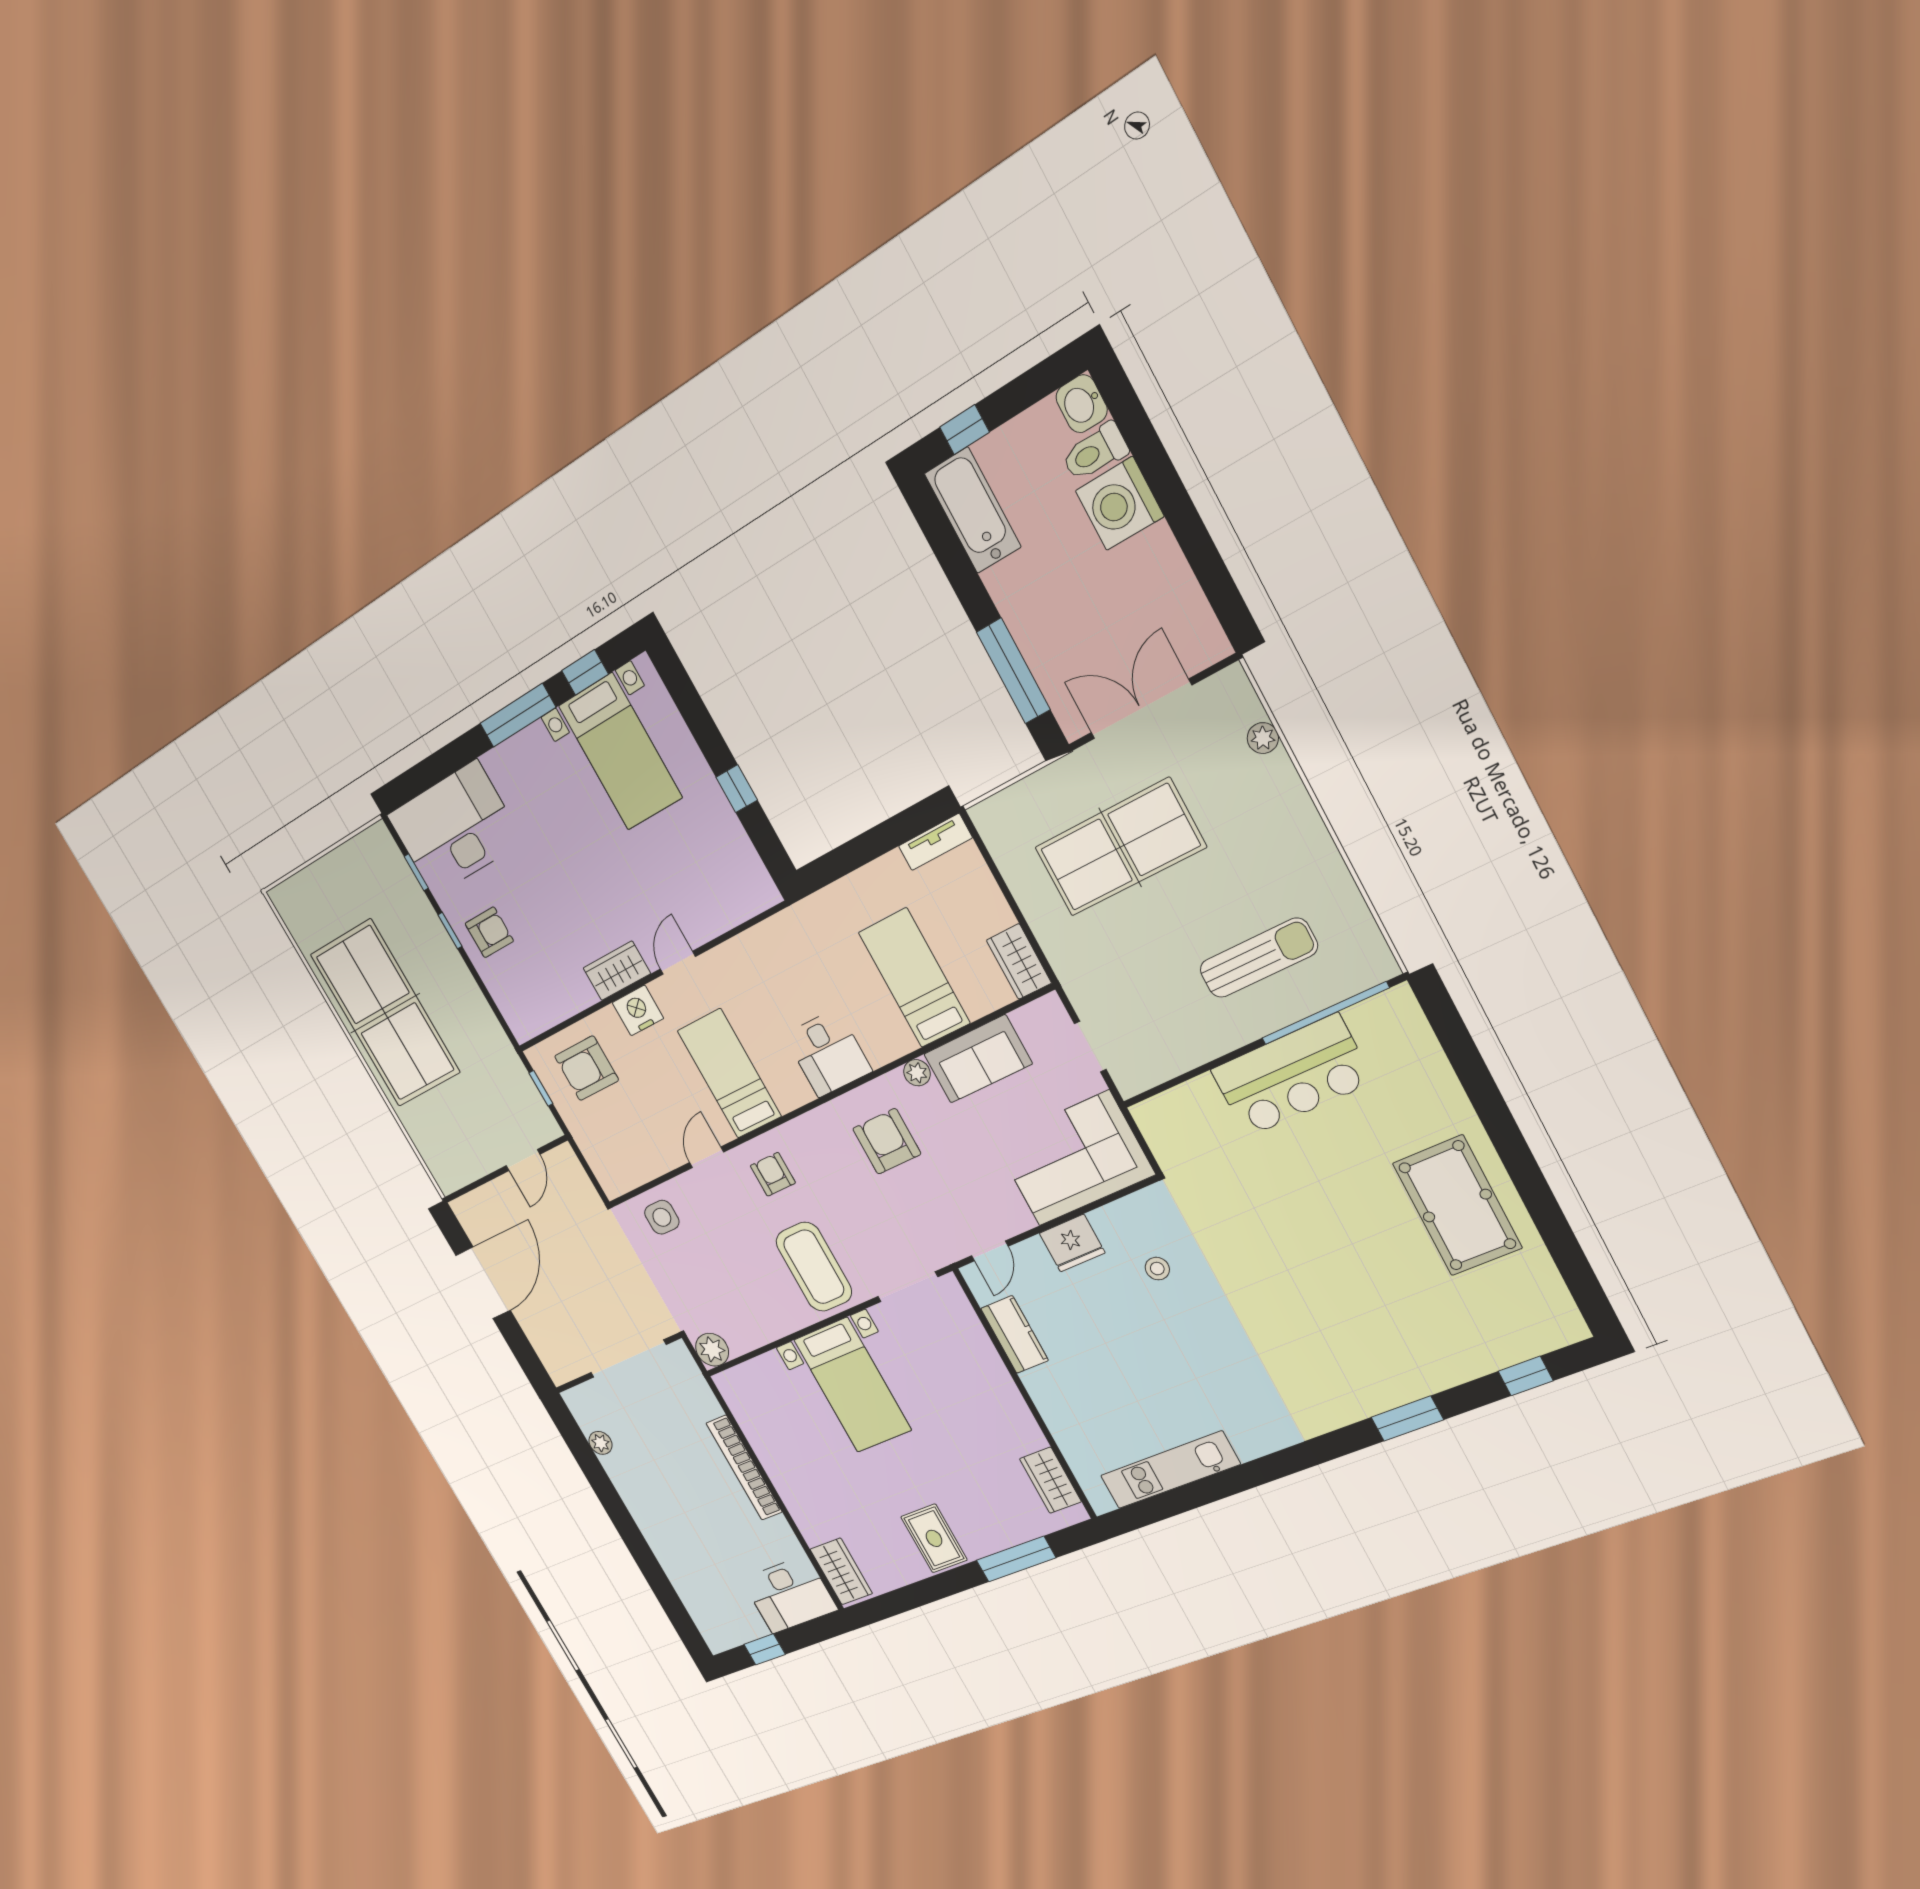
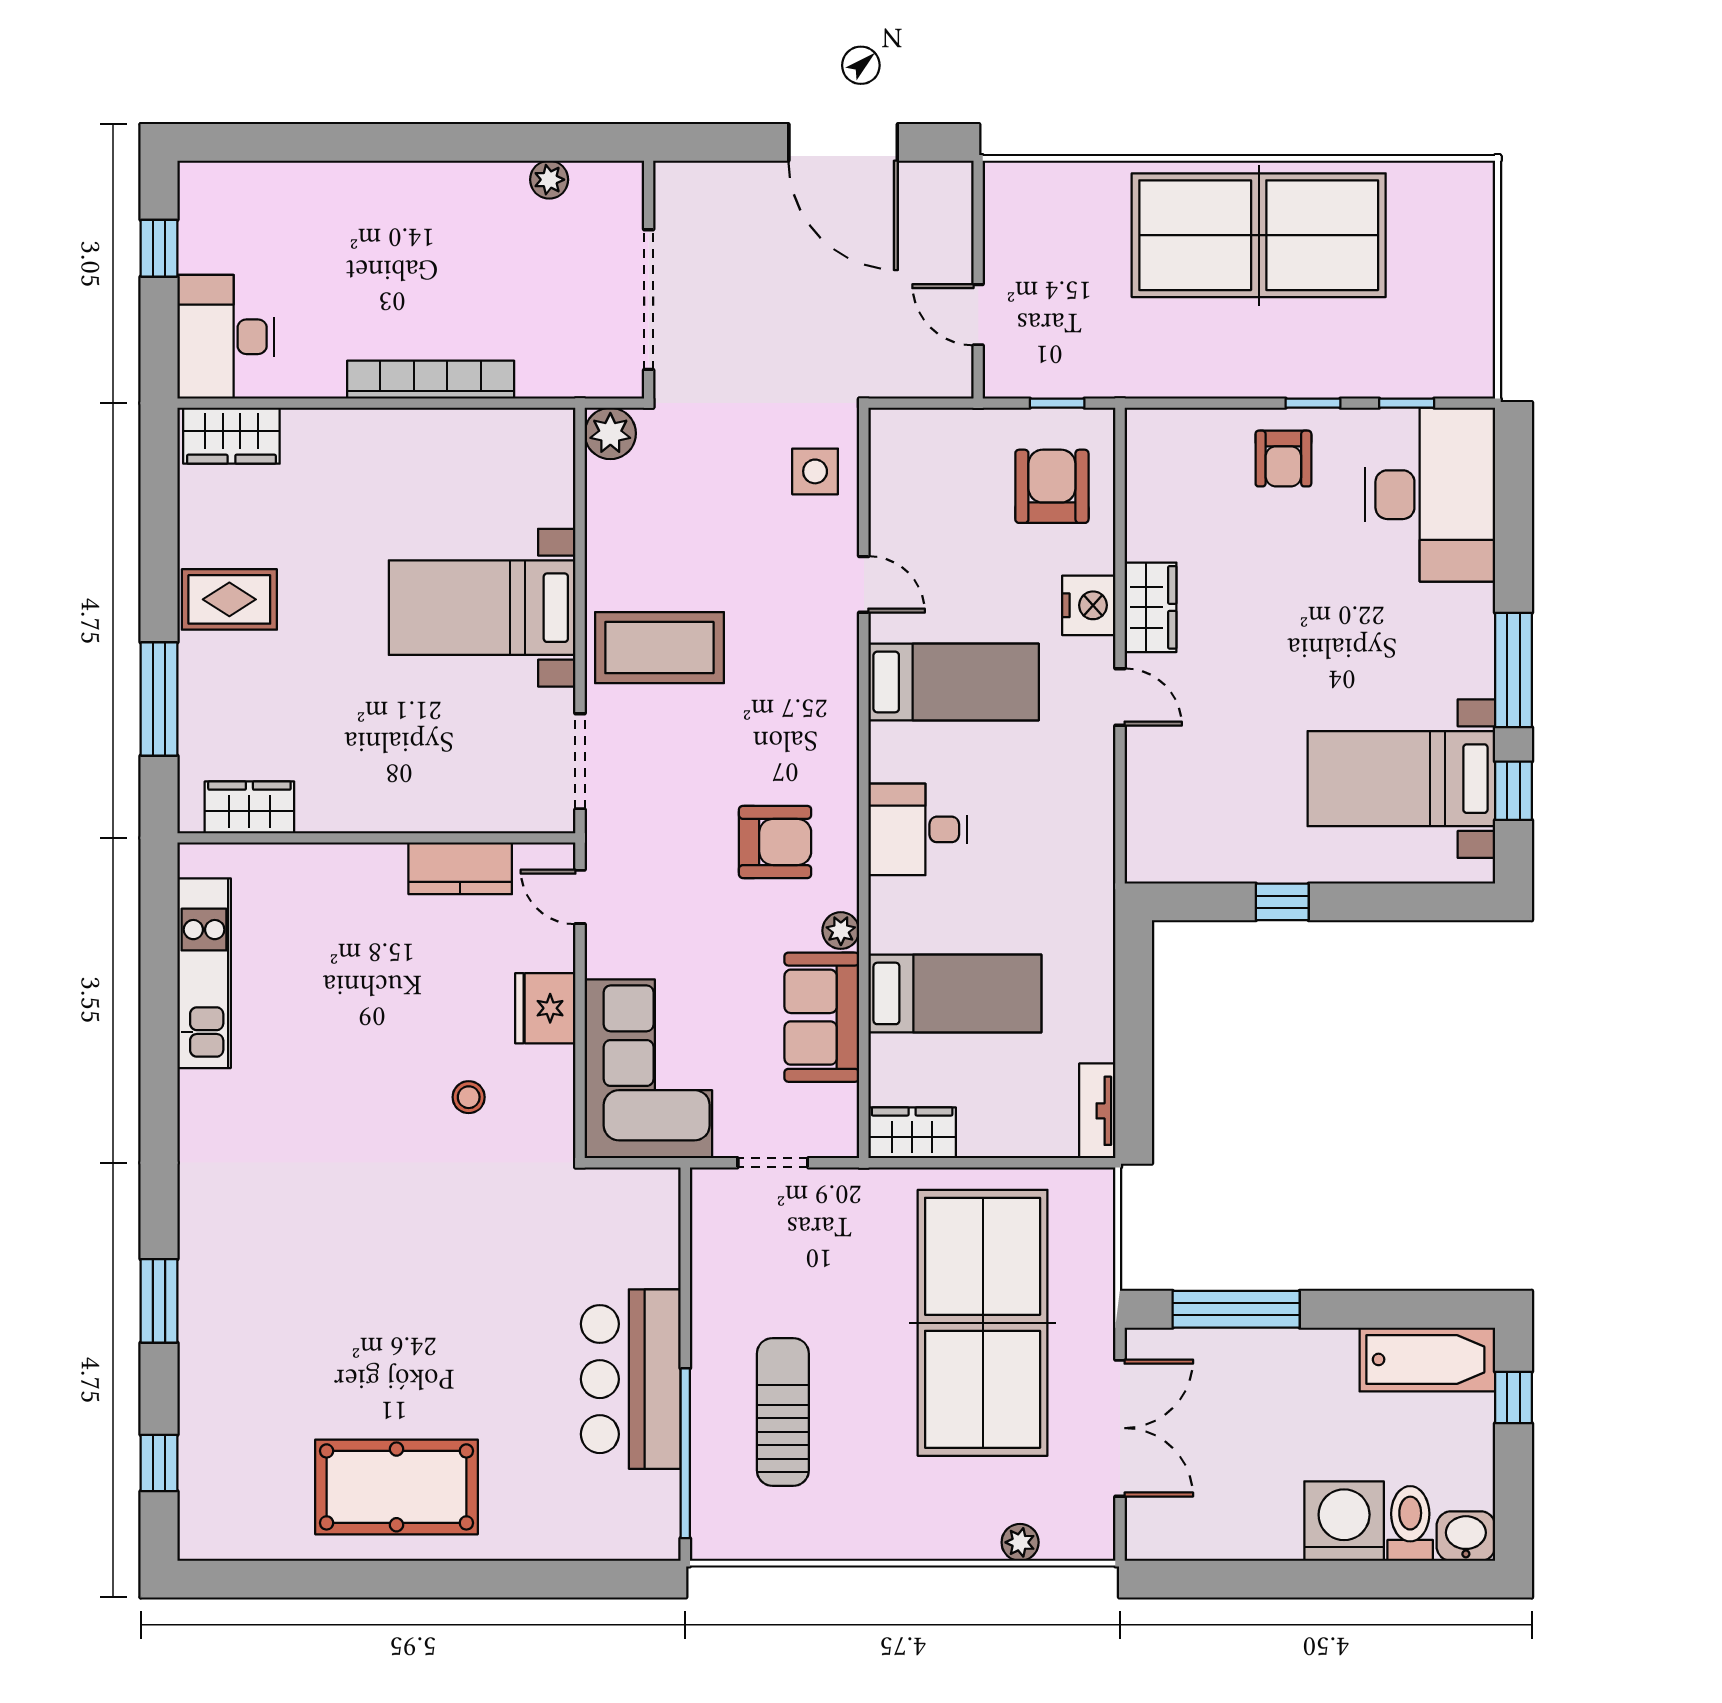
table tennis table: (1120, 847) -> (983, 1323), width x1.36, depth x1.32
sun lounger: (1258, 958) -> (783, 1412), turned 180
armchair: (773, 1174) -> (802, 663), removed

